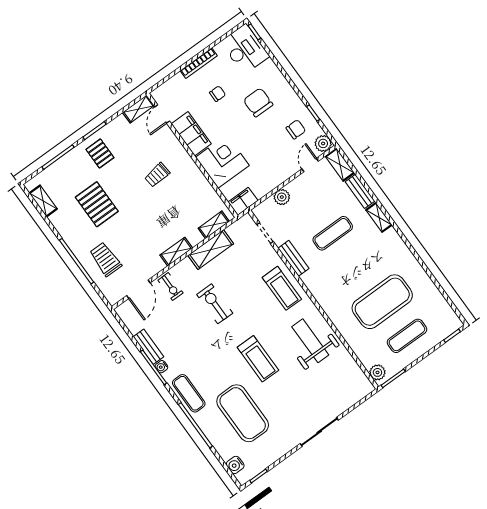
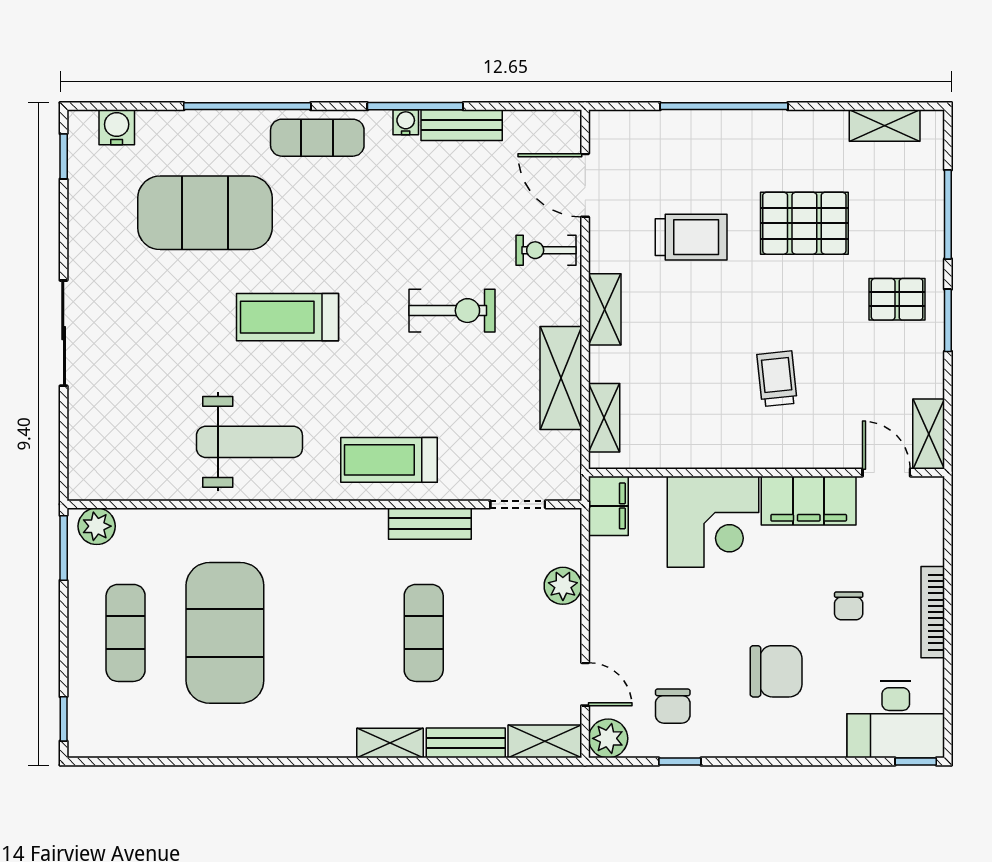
trolley: (106, 259) -> (691, 237), moved

